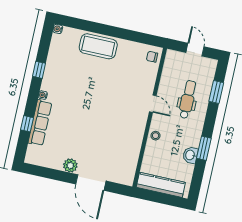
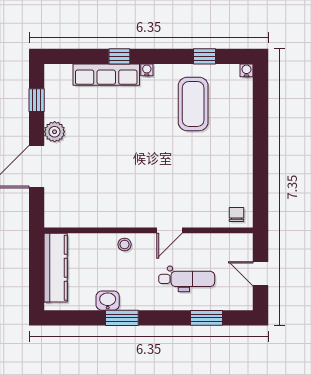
coffee table: (98, 46) -> (193, 104), moved
door: (195, 50) -> (260, 274), swing flipped
window: (39, 70) -> (204, 56), moved
window: (27, 124) -> (119, 56), moved
window: (47, 173) -> (37, 100), added

